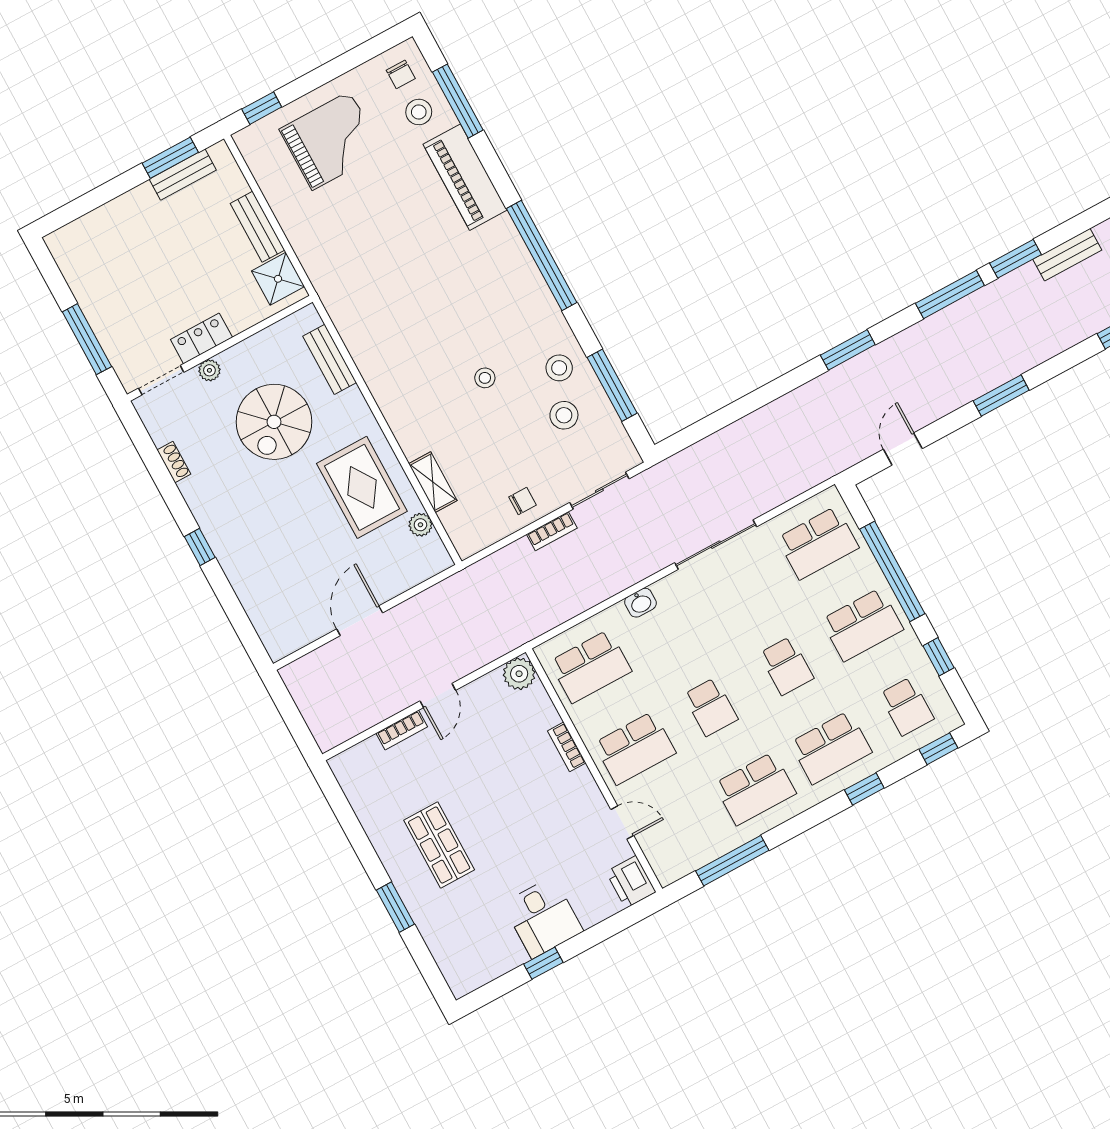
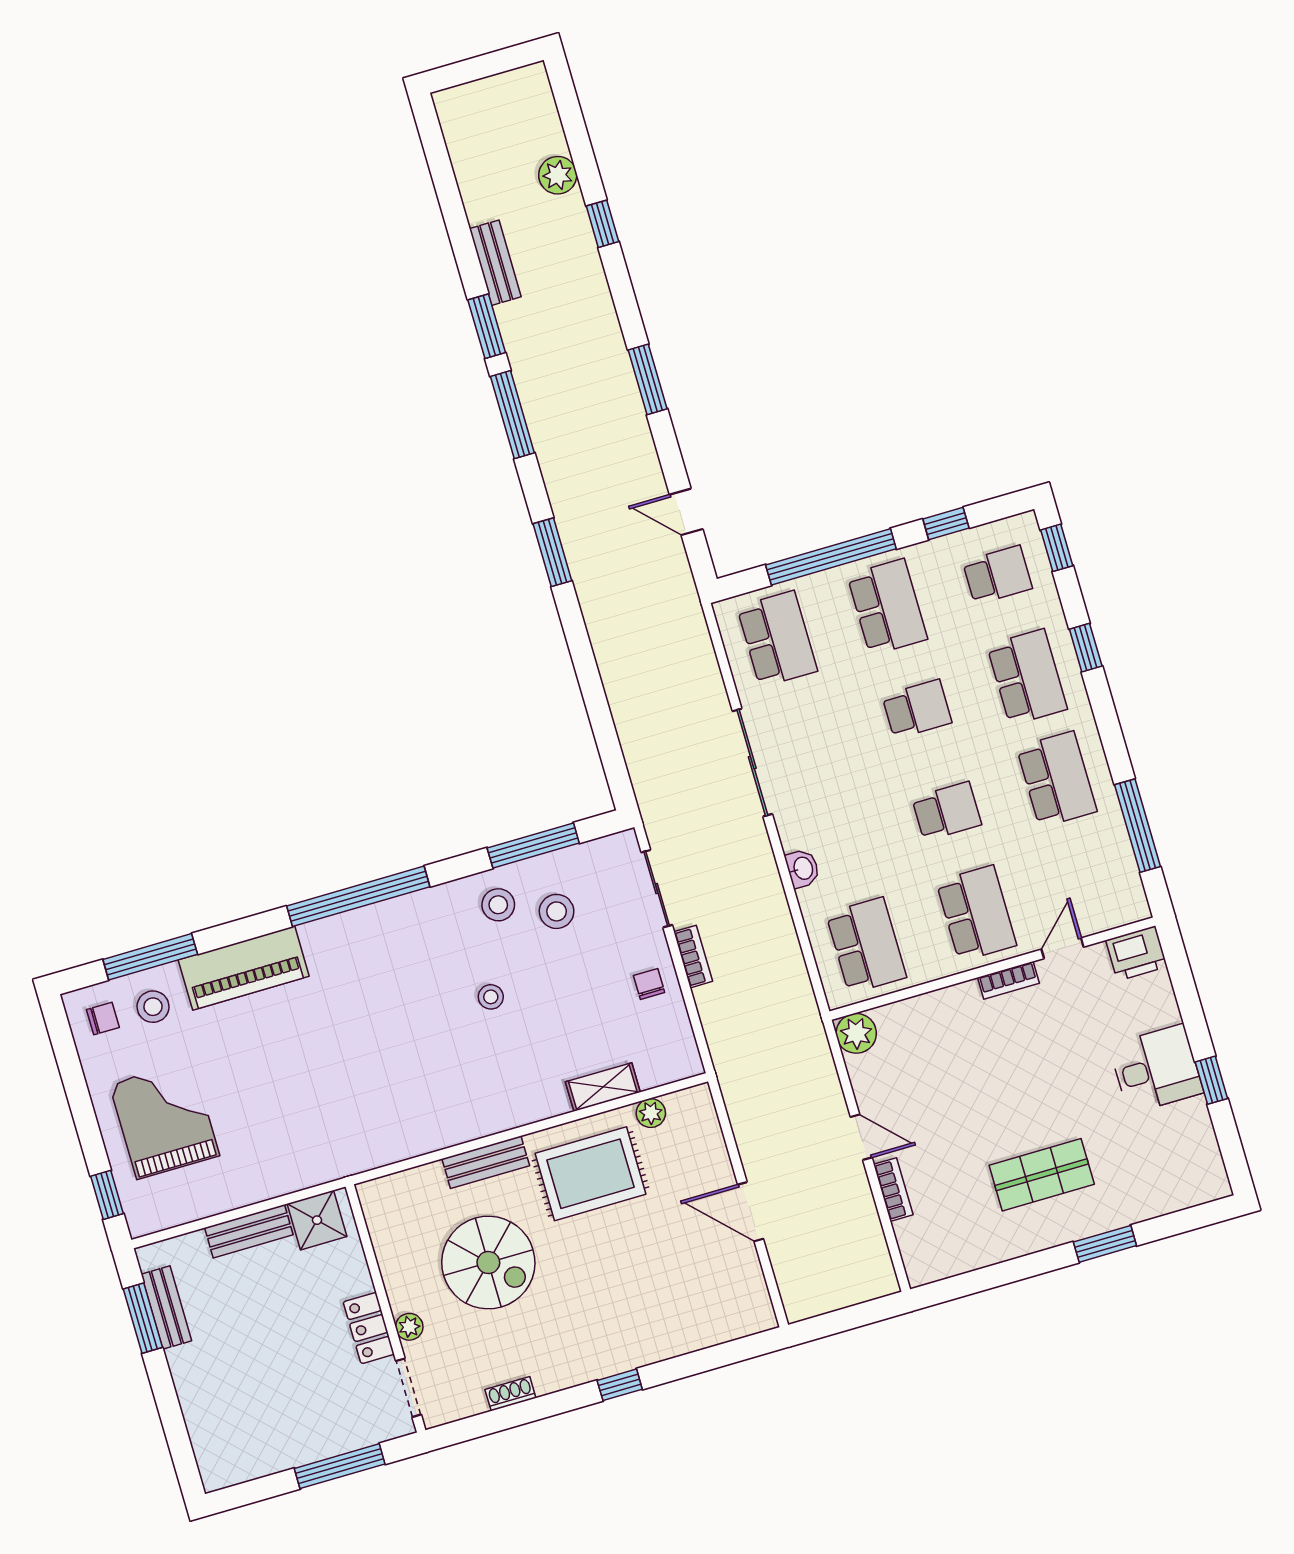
bench: (330, 359) -> (486, 1162), moved
bookcase: (567, 747) -> (1008, 980), moved

